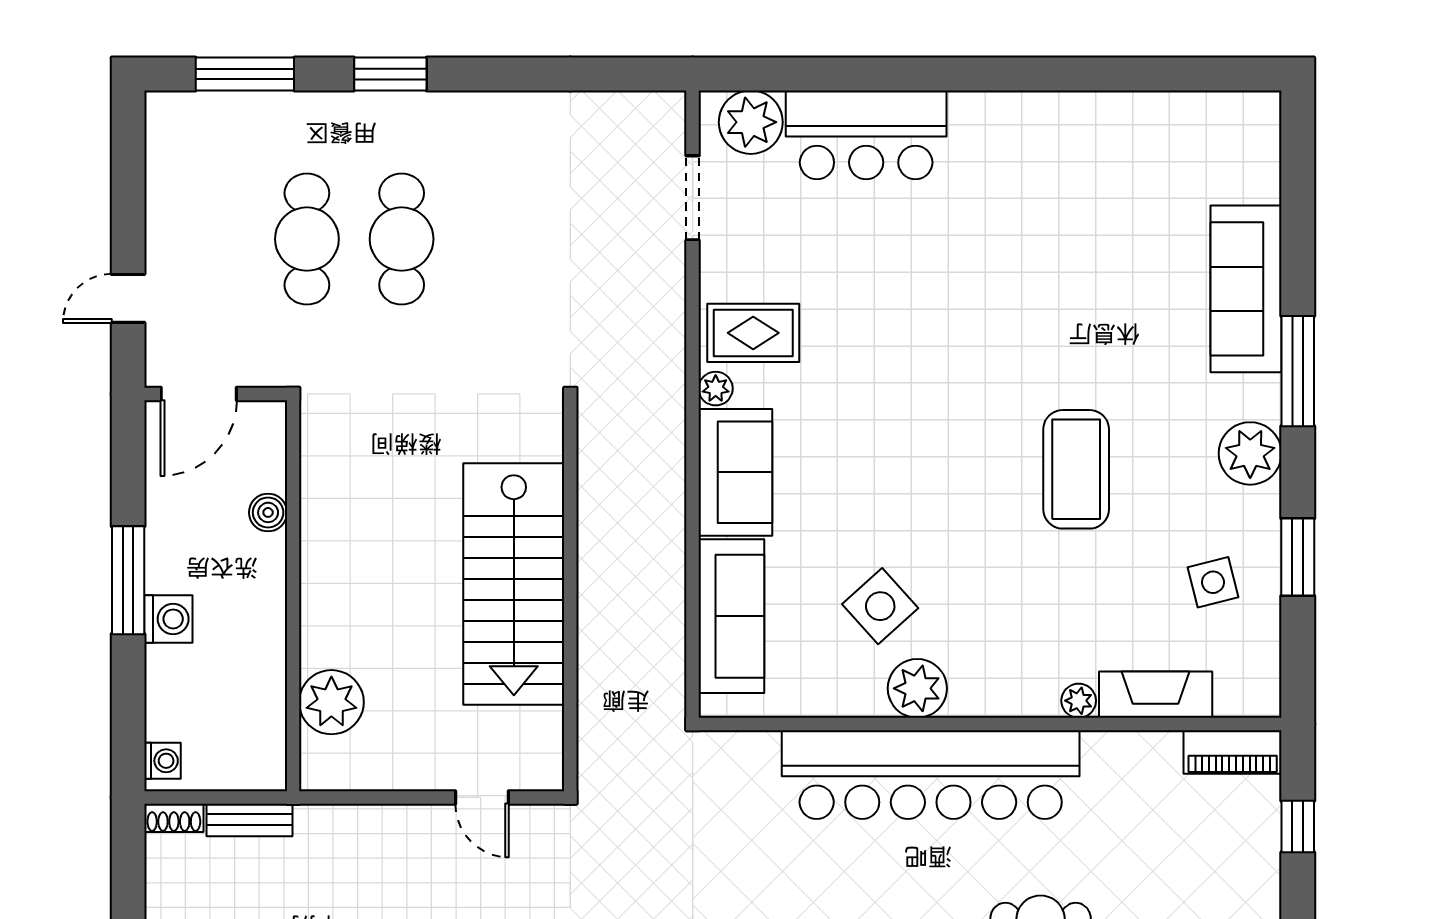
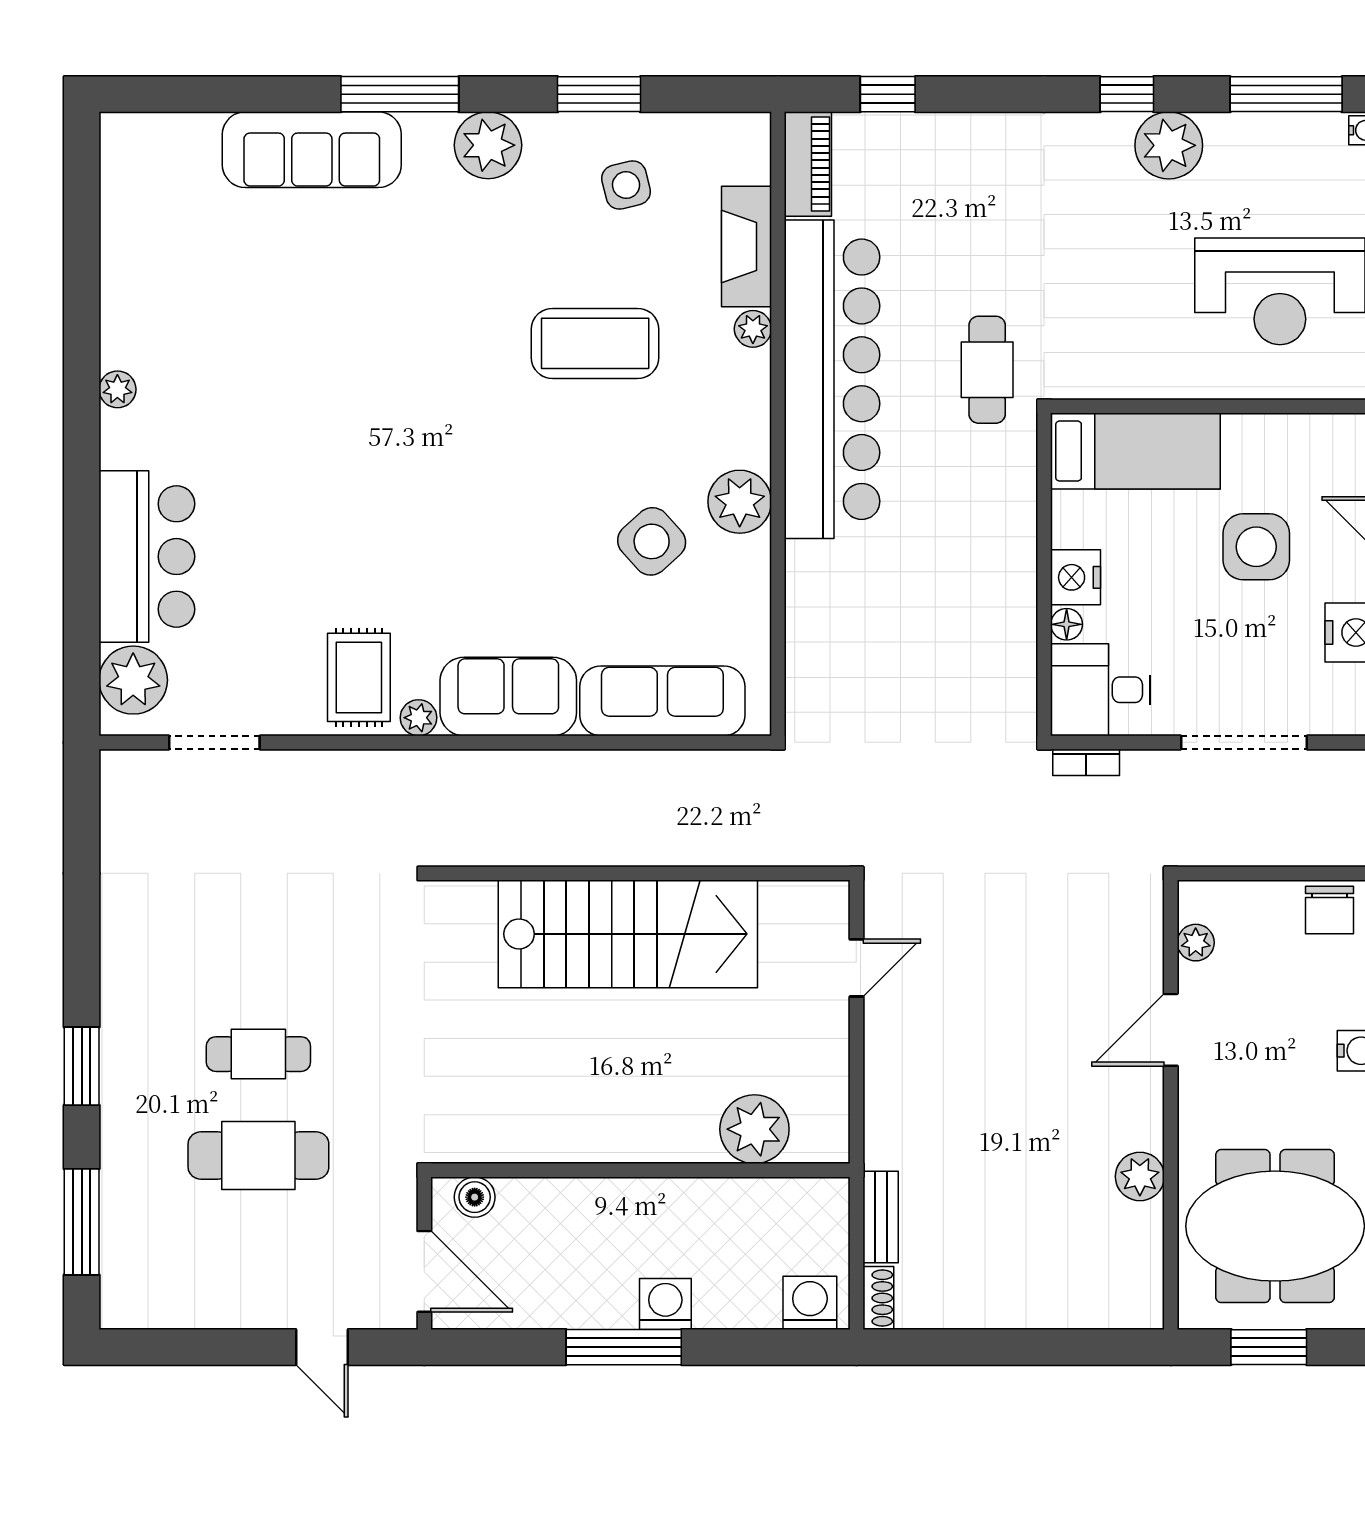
plant: (1022, 107) -> (117, 389), added
cafe table: (402, 239) -> (258, 1054), width x0.73, depth x0.74
coffee table: (1076, 469) -> (595, 343), moved
boiler: (268, 512) -> (475, 1197), moved
washing machine: (162, 761) -> (810, 1303), width x1.38, depth x1.38
bar counter: (931, 775) -> (832, 379), moved

